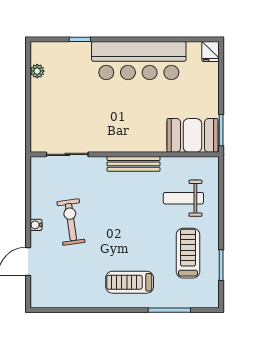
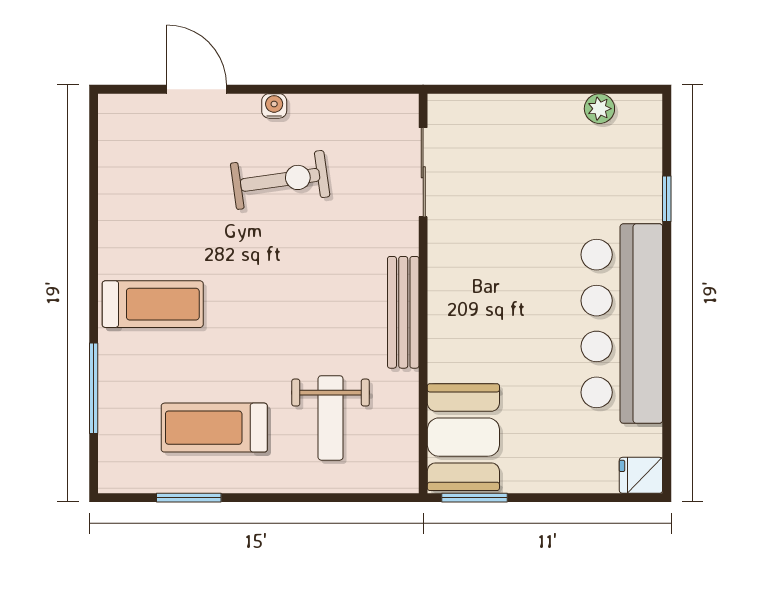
weight bench: (183, 198) -> (331, 418), turned 180
treadmill: (188, 253) -> (214, 428), turned 180
treadmill: (130, 282) -> (153, 304), turned 90

